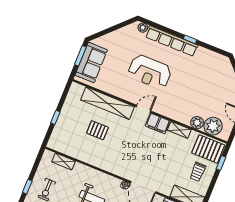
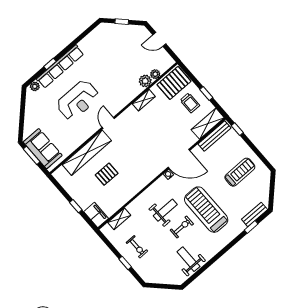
window: (190, 39) -> (50, 64), moved
filing cabinet: (158, 123) -> (96, 215), moved, turned -90
plant: (213, 126) -> (155, 74), width x0.53, depth x0.53
window: (221, 163) -> (206, 94), moved

